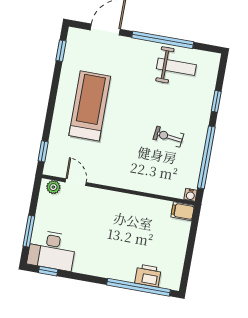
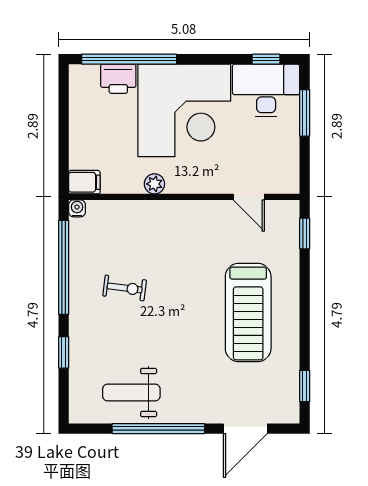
plant: (53, 187) -> (154, 184), moved
corner desk: (108, 247) -> (184, 110), added

